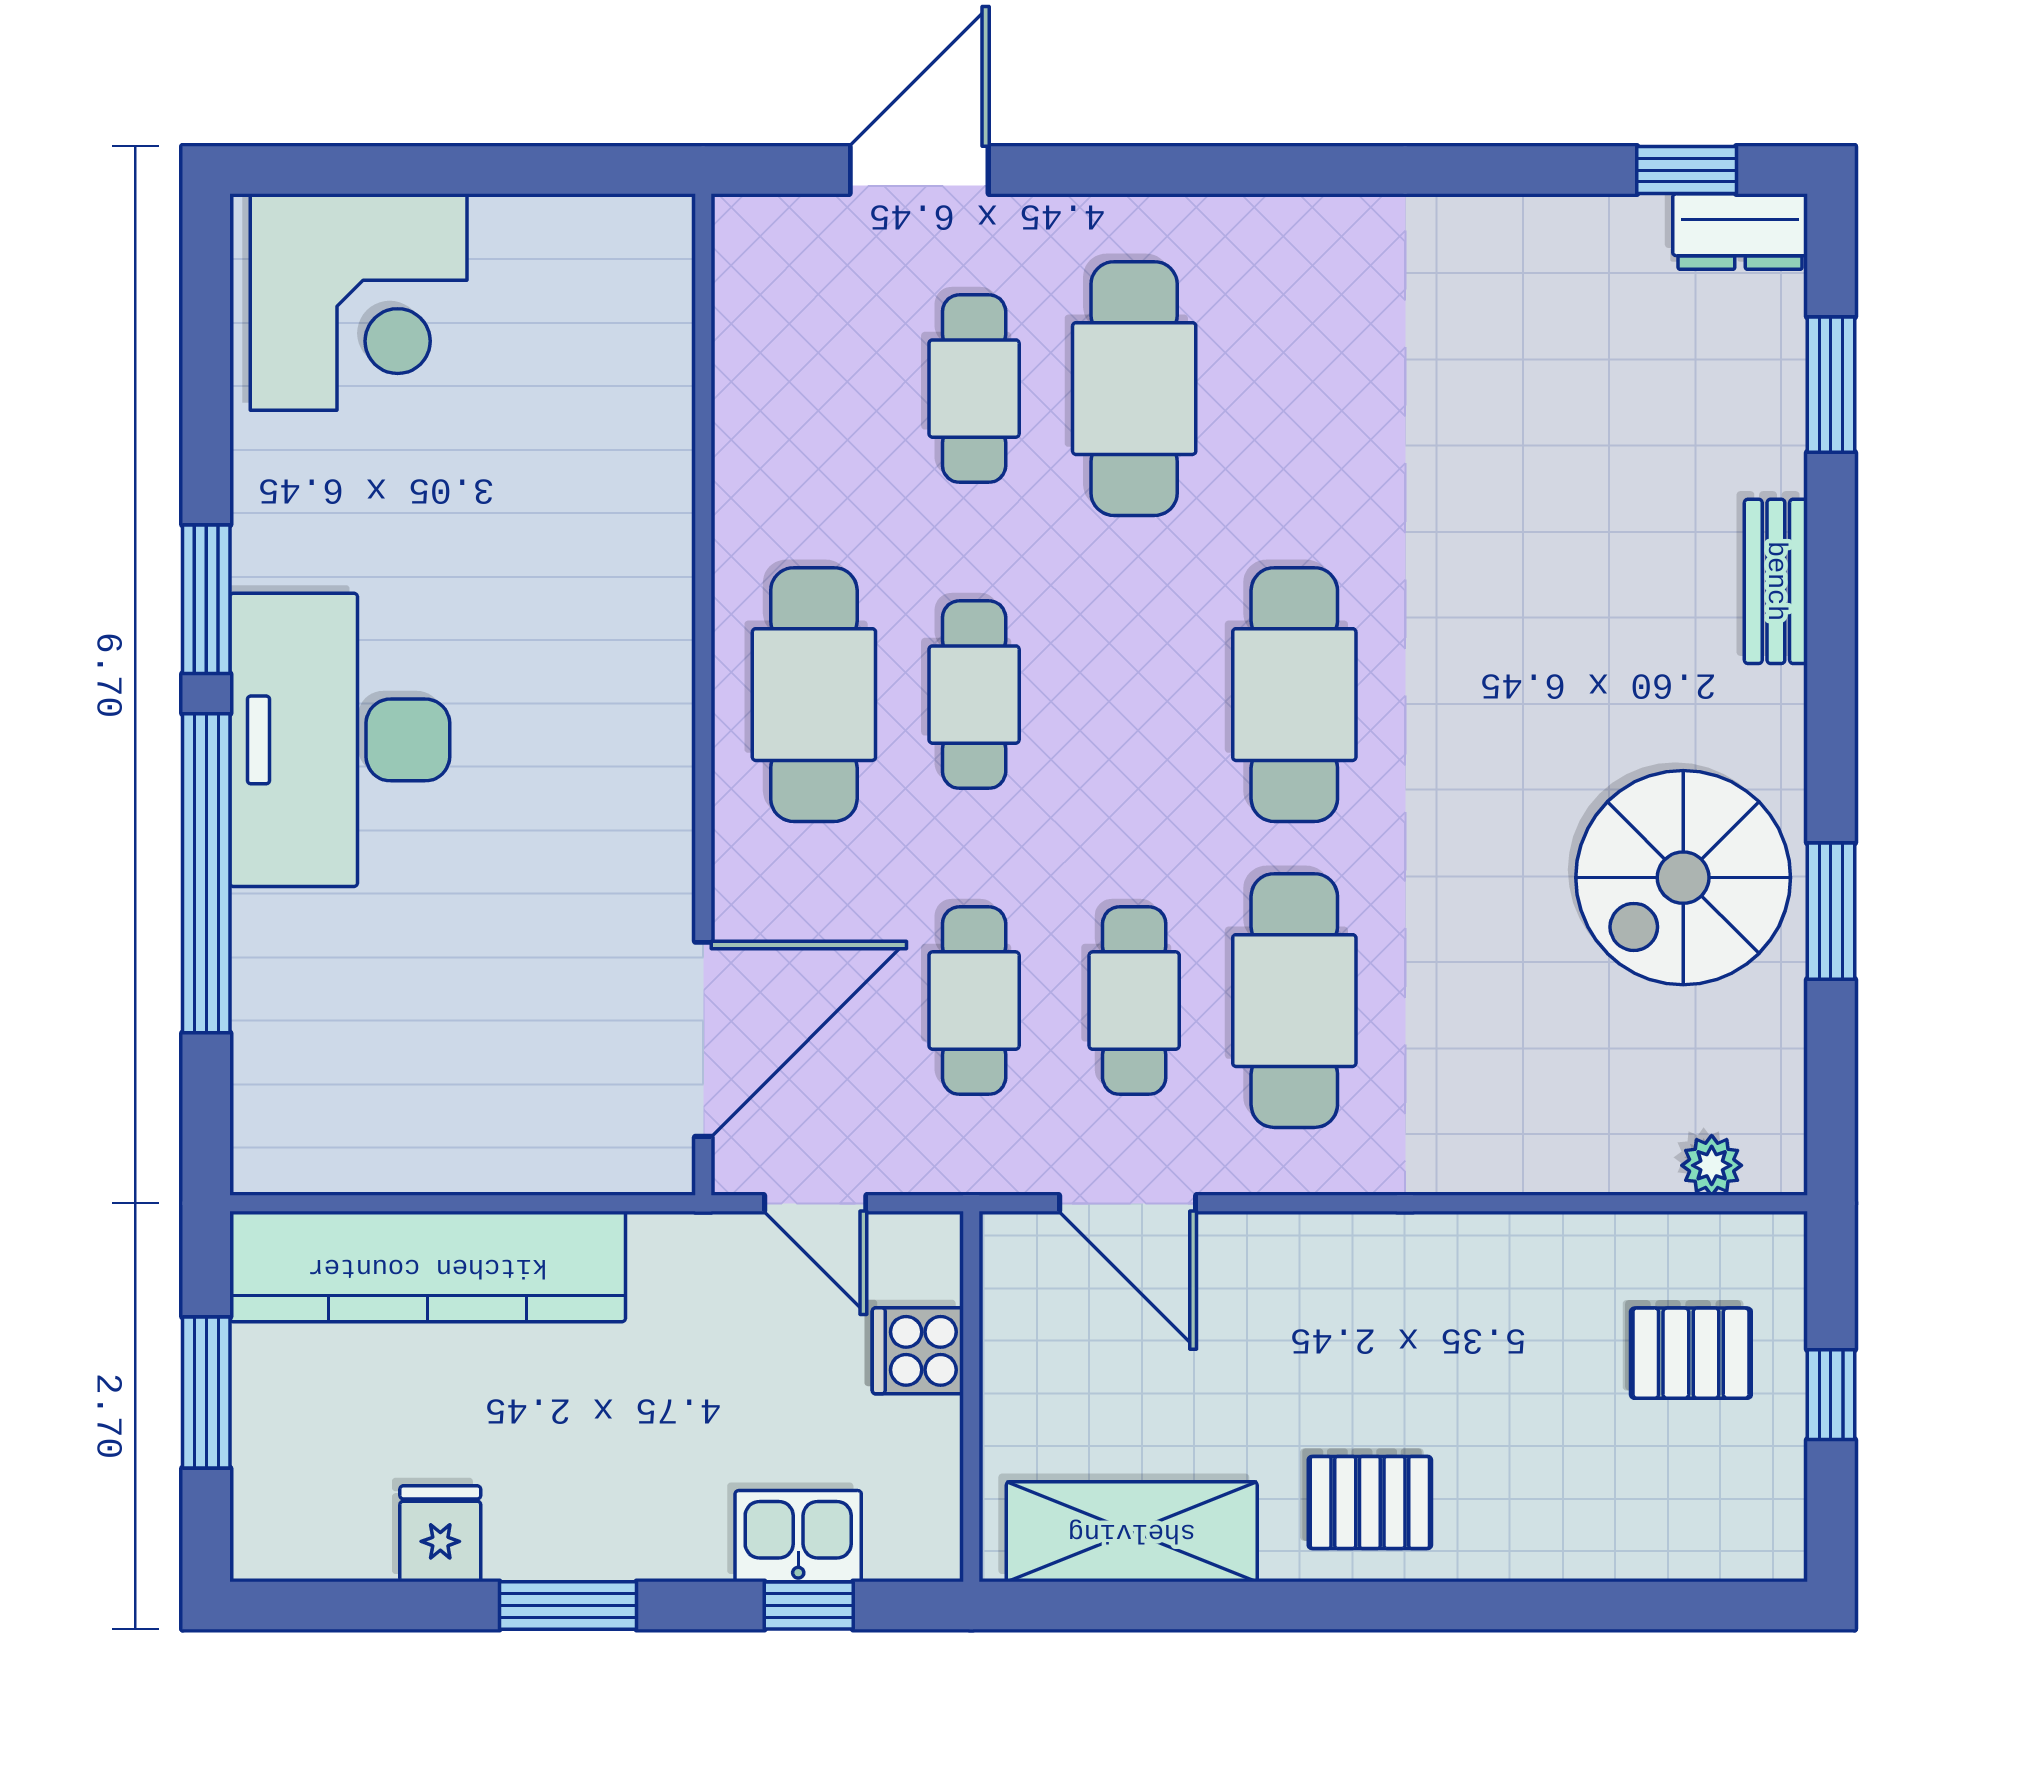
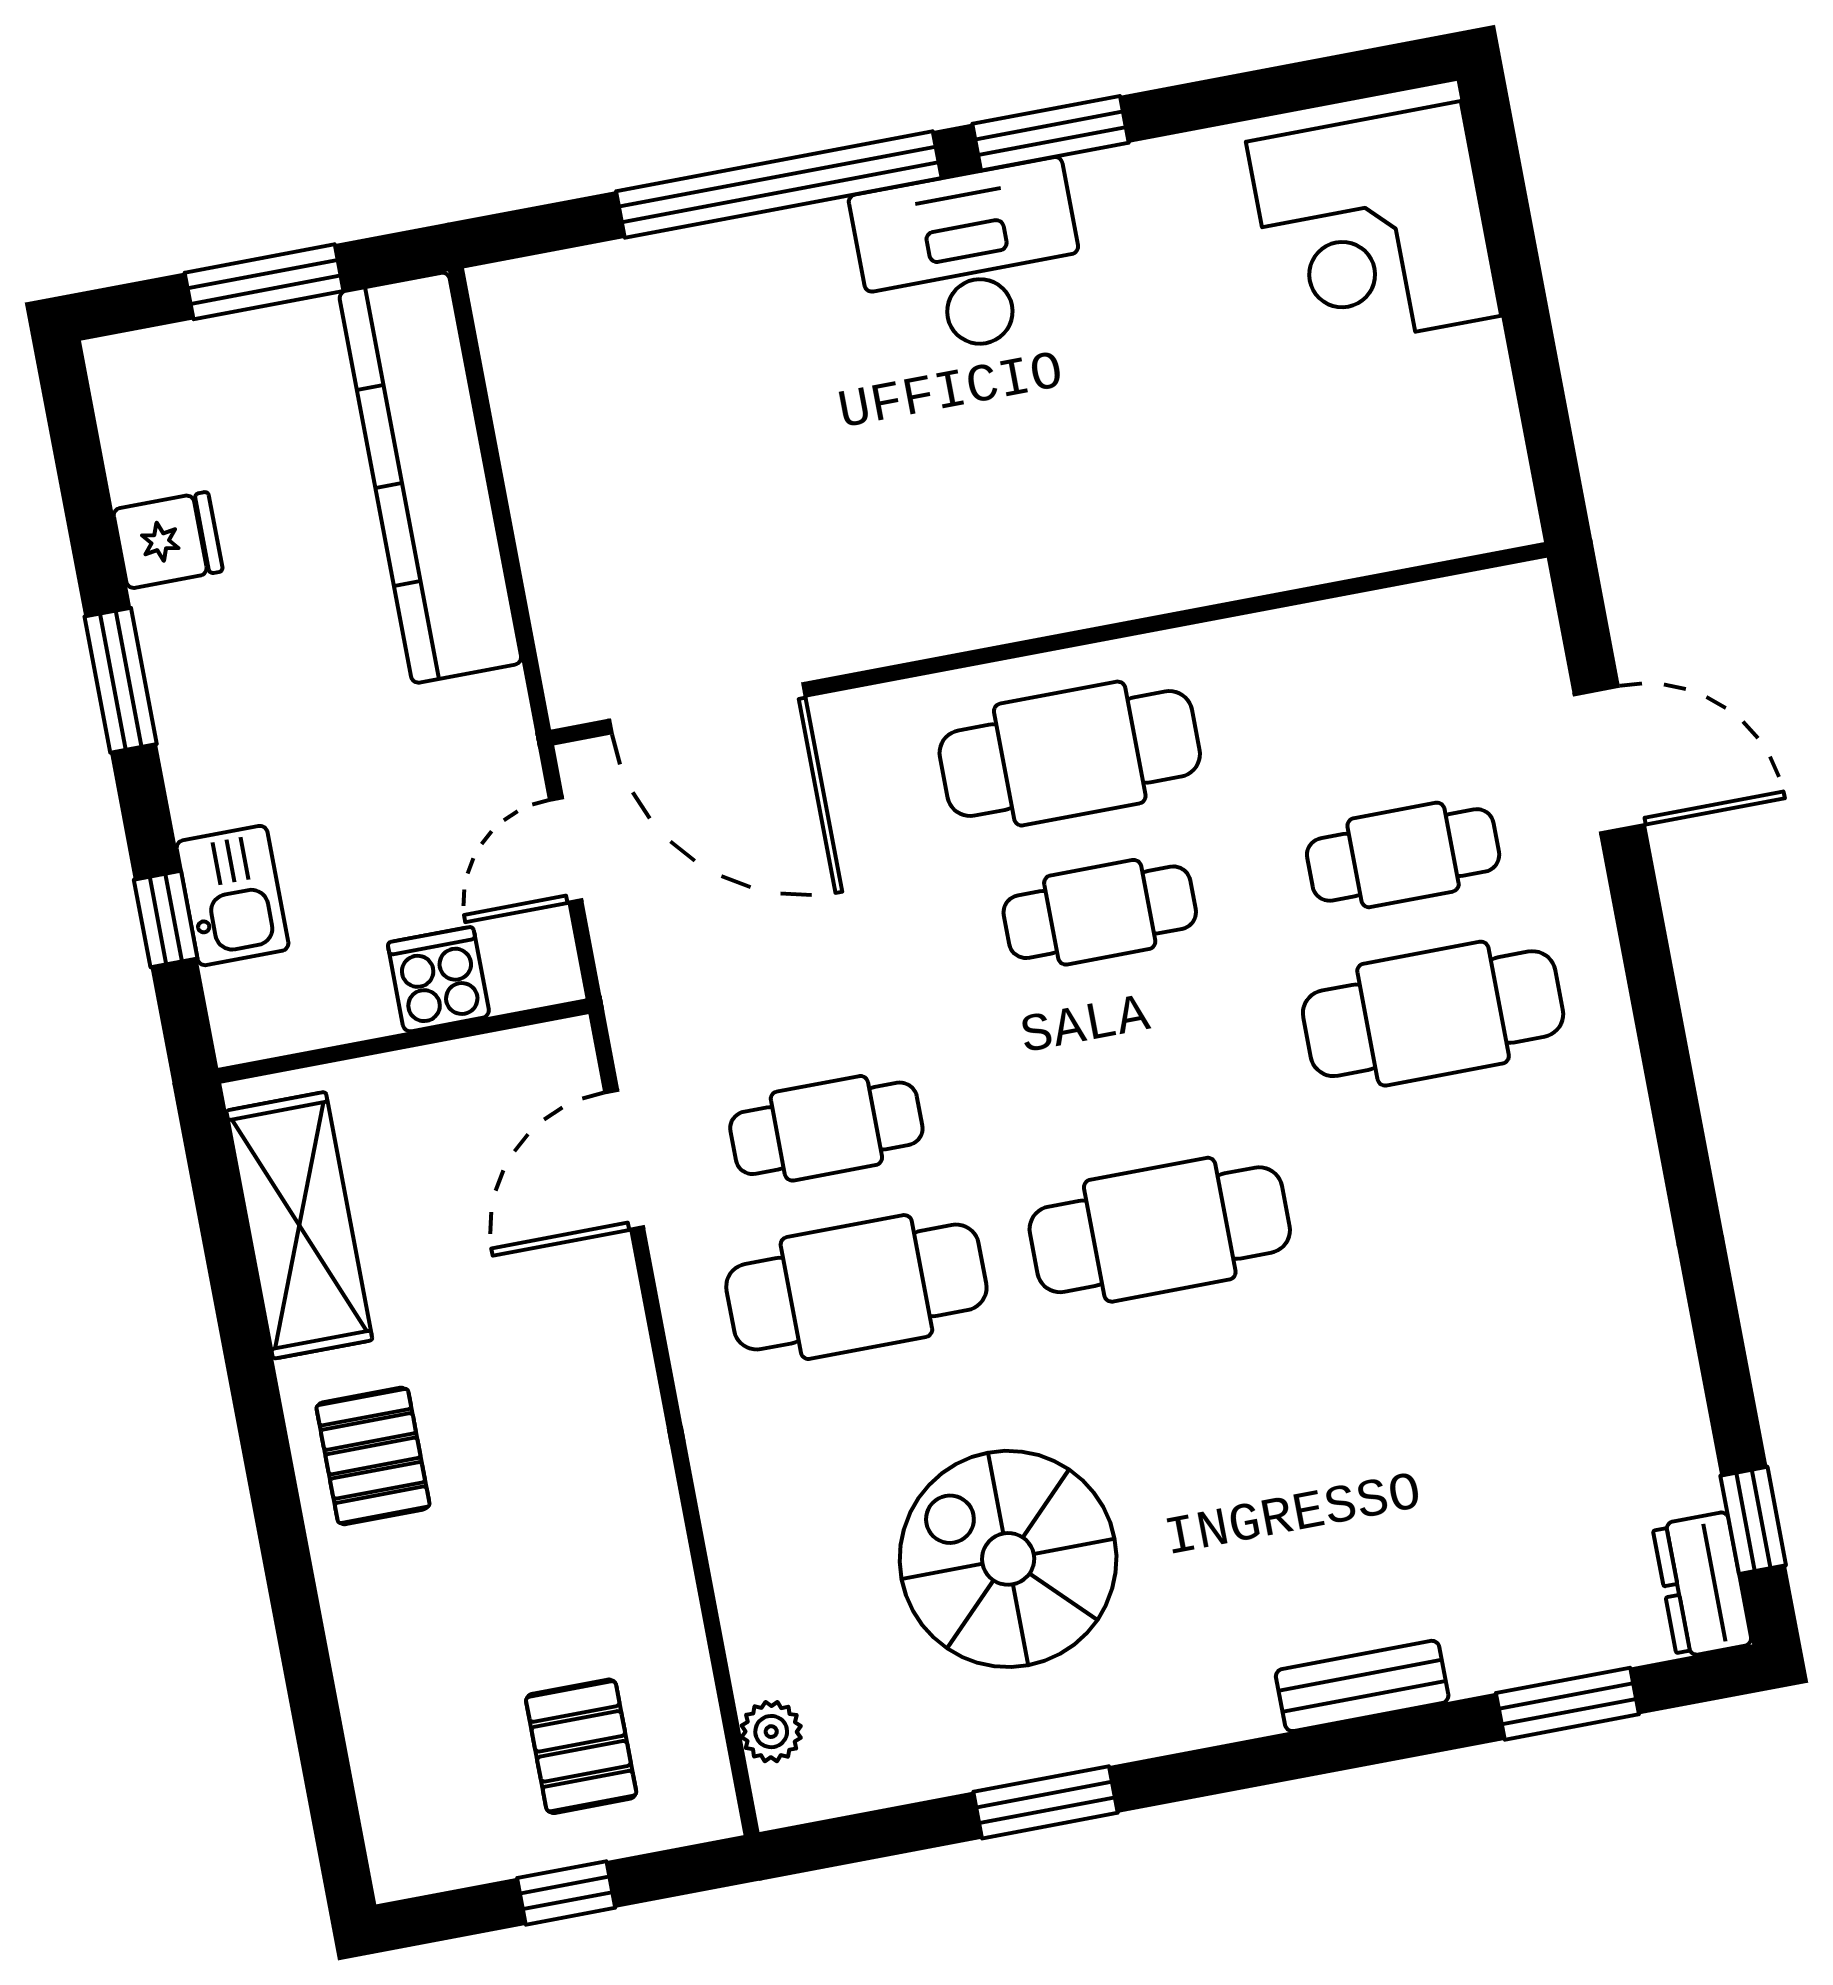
desk: (340, 740) -> (970, 259), width x0.73, depth x0.77
spiral stairs: (1683, 878) -> (1008, 1559), moved
cafe table: (974, 1001) -> (796, 970), removed

